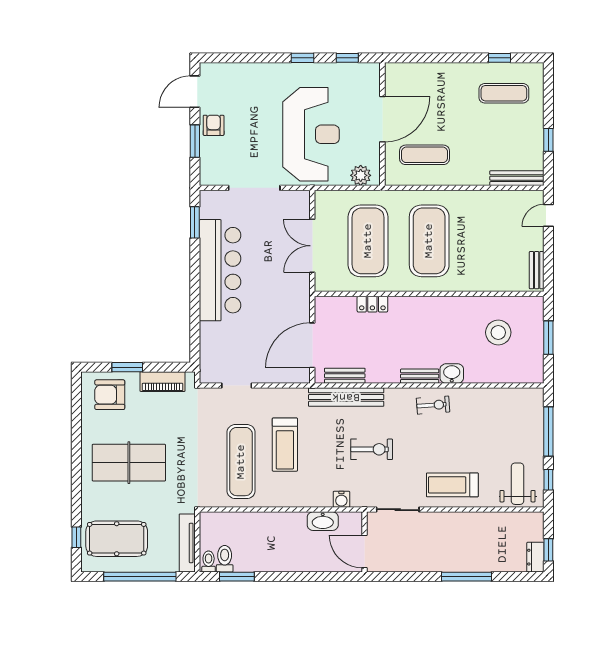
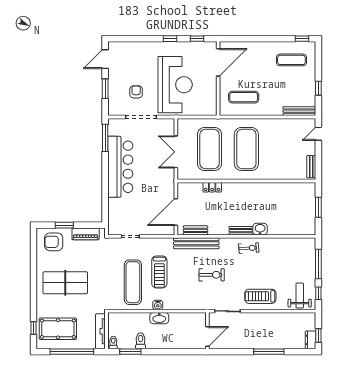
window: (500, 58) -> (302, 39), moved
door: (382, 119) -> (218, 62), moved
armchair: (214, 125) -> (136, 92), moved
plant: (361, 175) -> (205, 110), removed
window: (195, 222) -> (105, 138), width x1.44
stool: (498, 332) -> (288, 204), removed
water cooler: (341, 499) -> (158, 305), moved
washbasin: (323, 521) -> (159, 318), moved
door: (364, 552) -> (207, 336), swing flipped
toilet: (225, 559) -> (141, 341), moved

